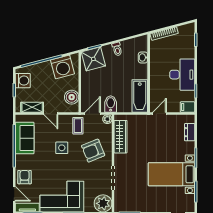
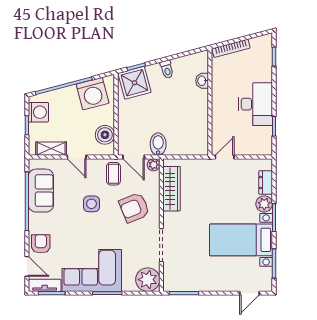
bathtub: (140, 96) -> (198, 133), removed
filing cabinet: (187, 107) -> (263, 148), removed
door: (93, 113) -> (134, 157), swing flipped
plant: (189, 148) -> (264, 204), added

